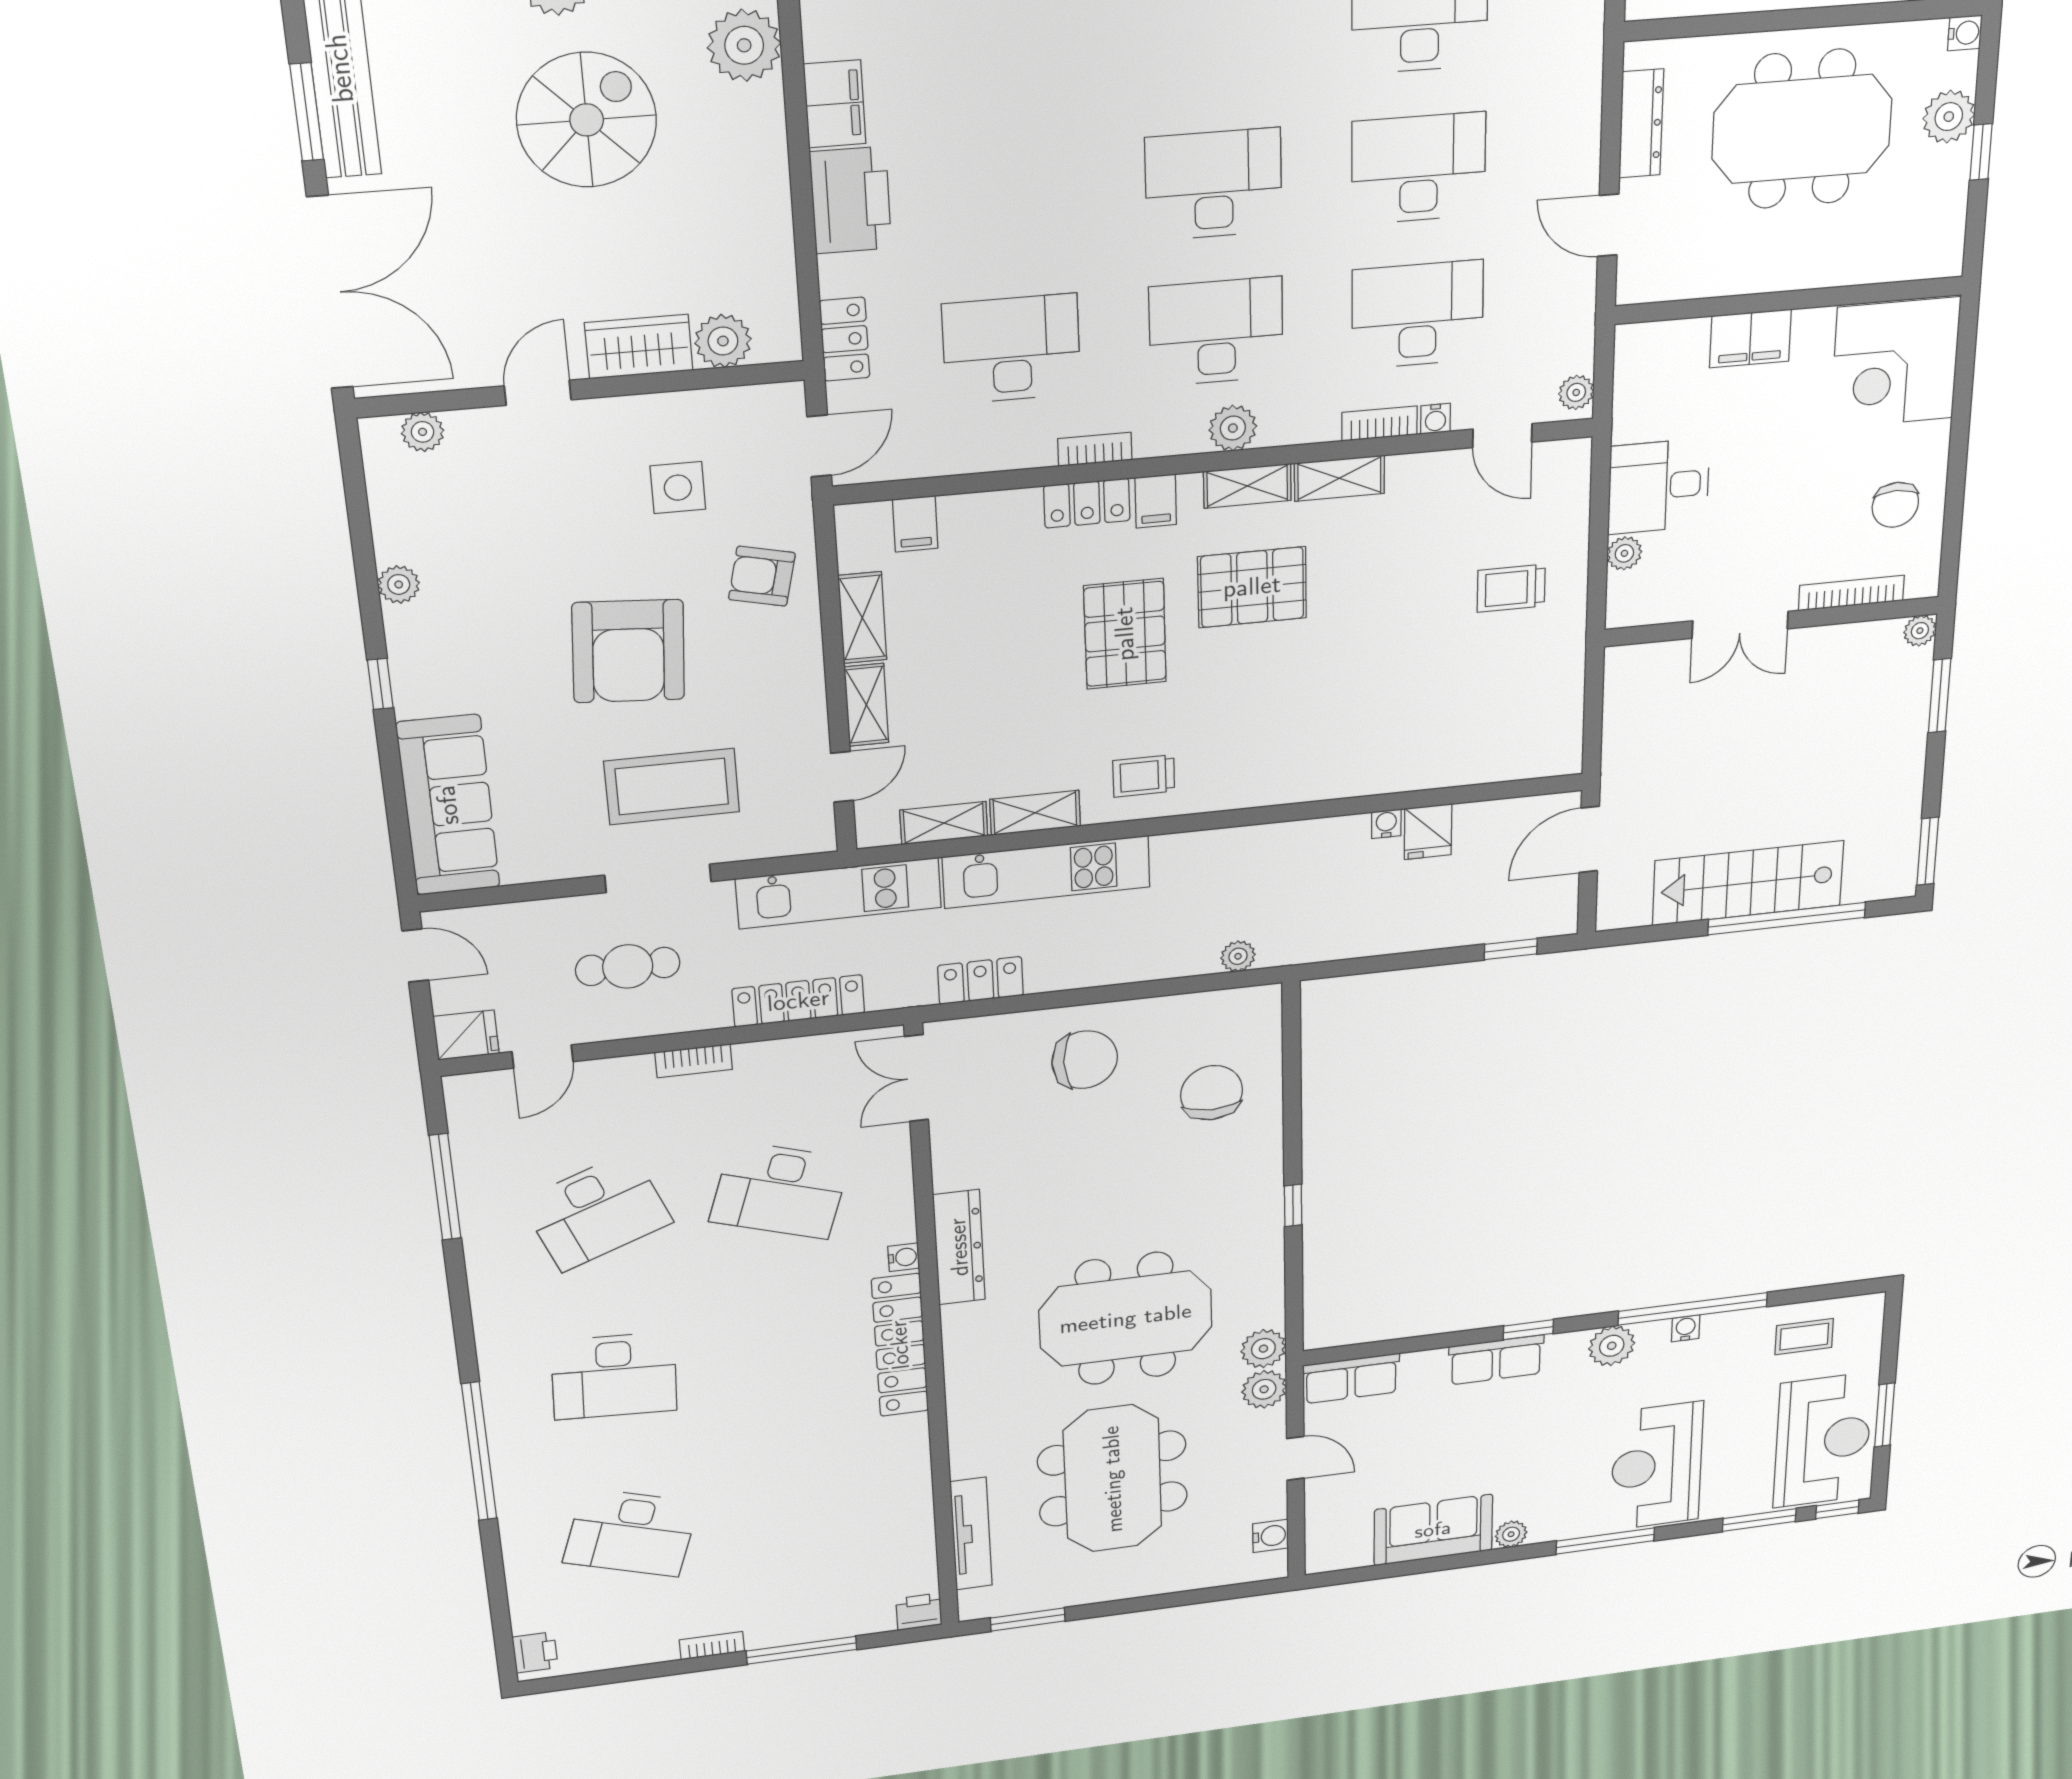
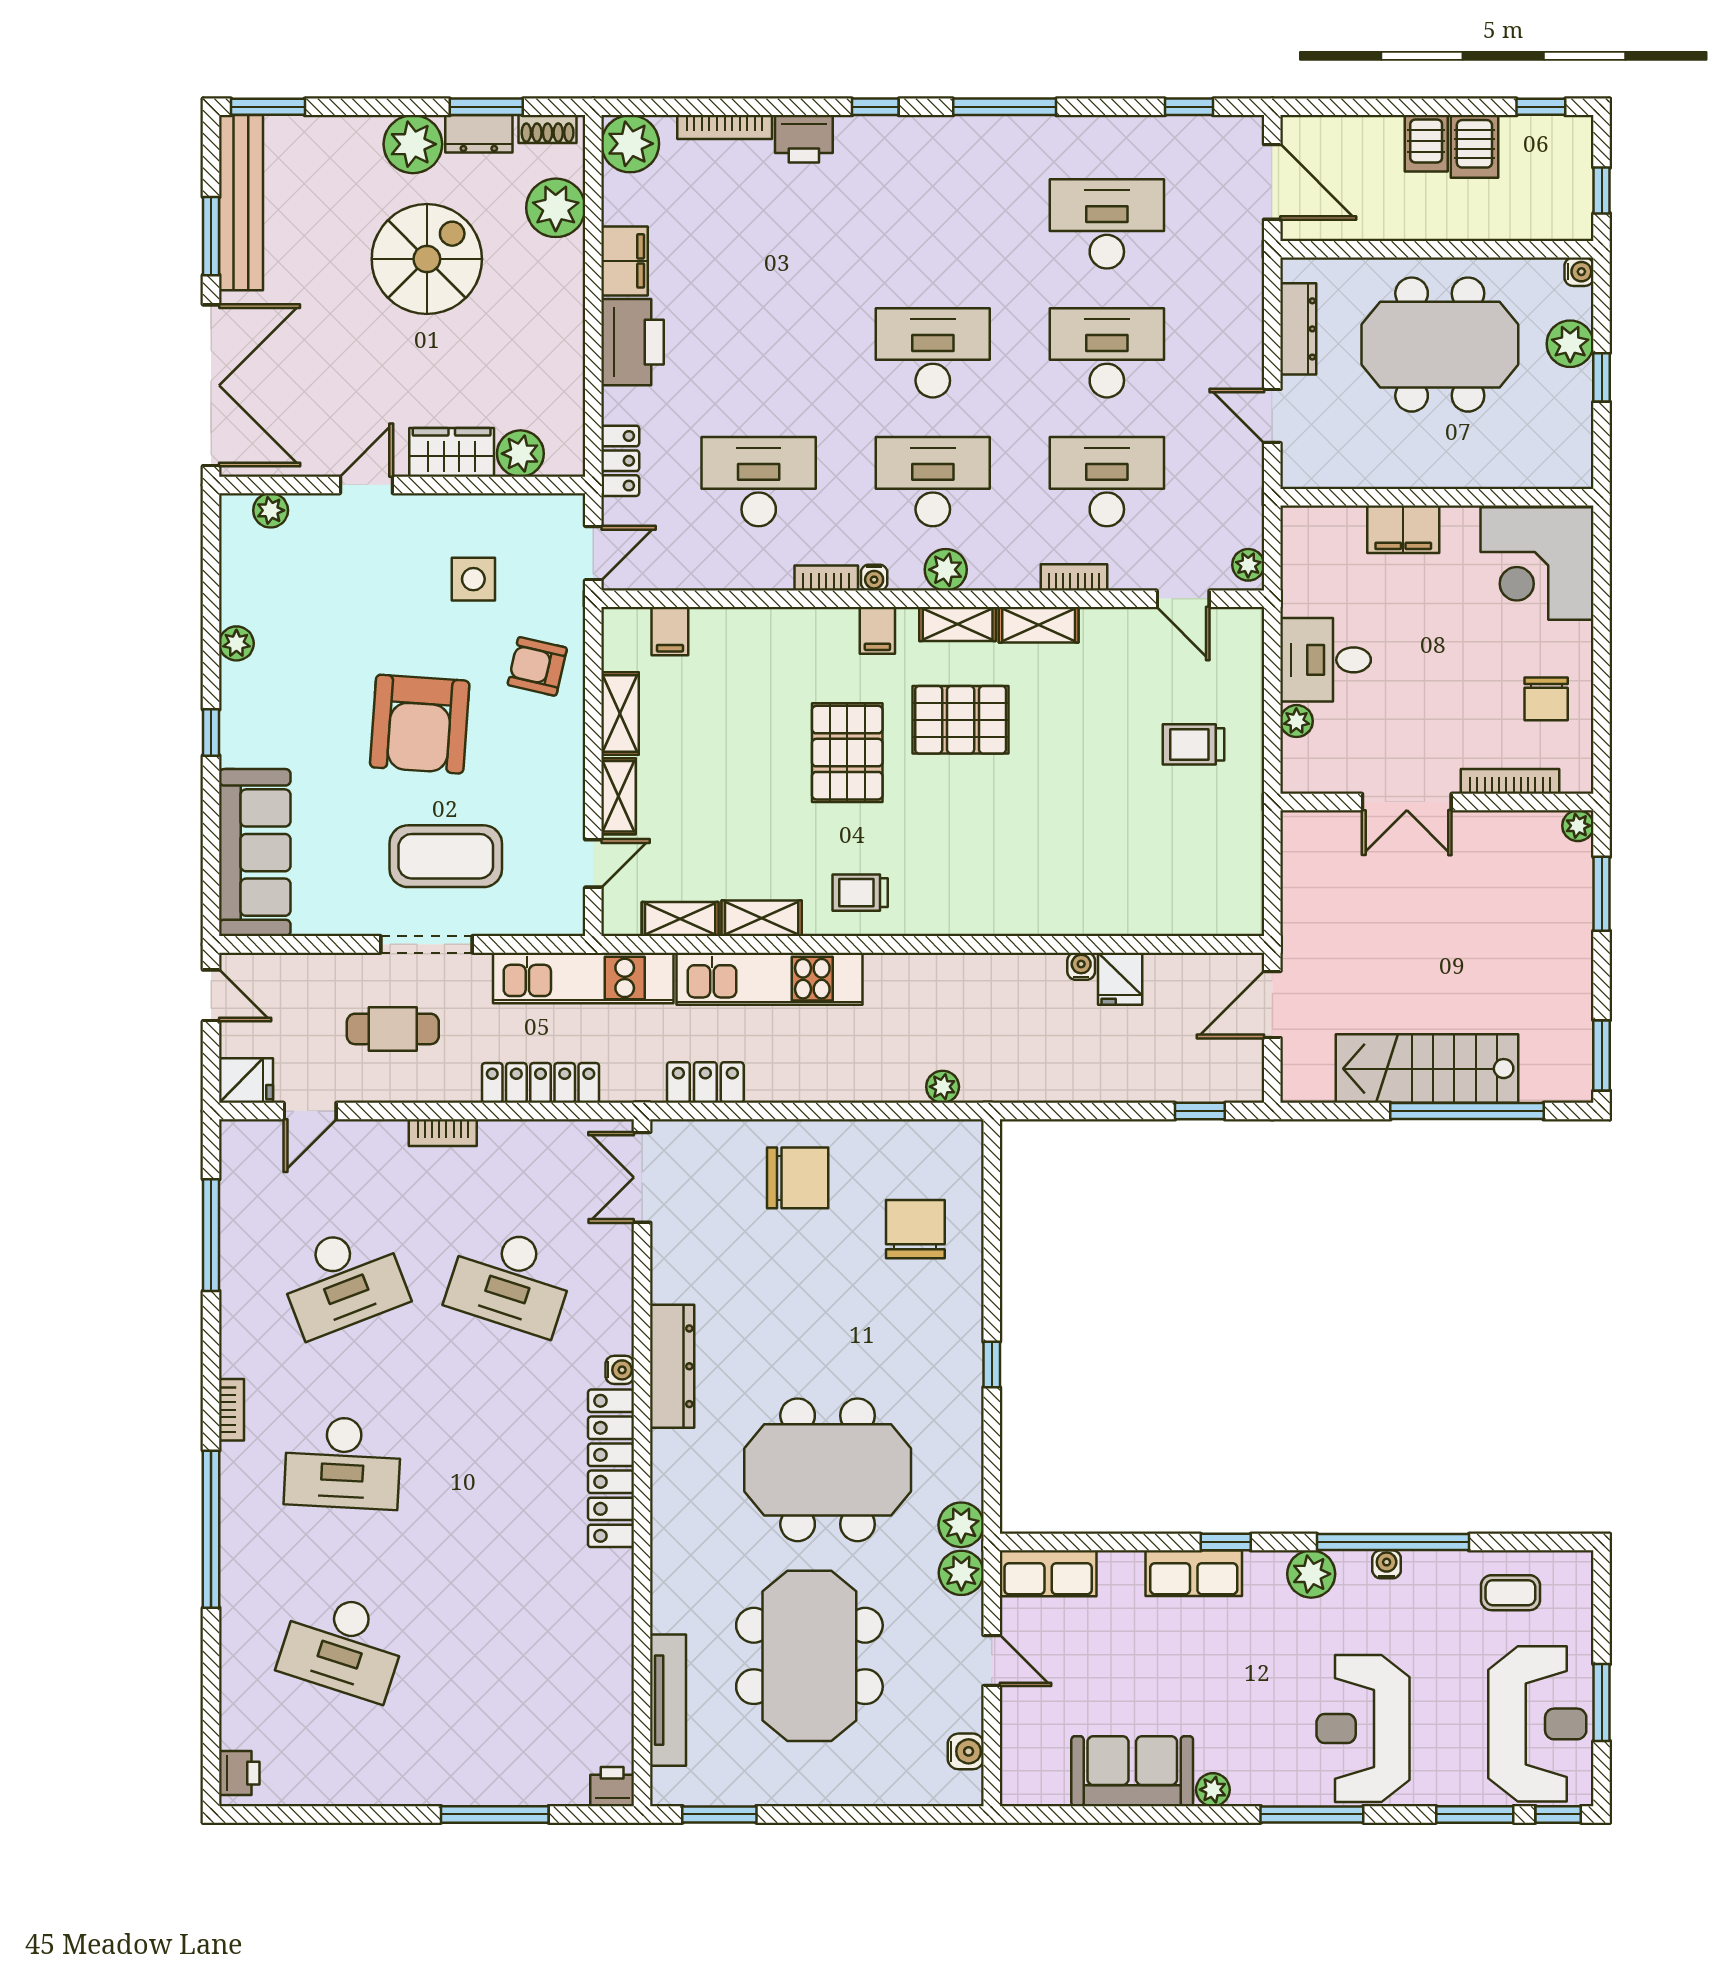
water cooler: (1435, 419) -> (874, 578), moved
locker: (1087, 503) -> (818, 627), removed
bookcase: (712, 1646) -> (232, 1410), moved, turned 90

